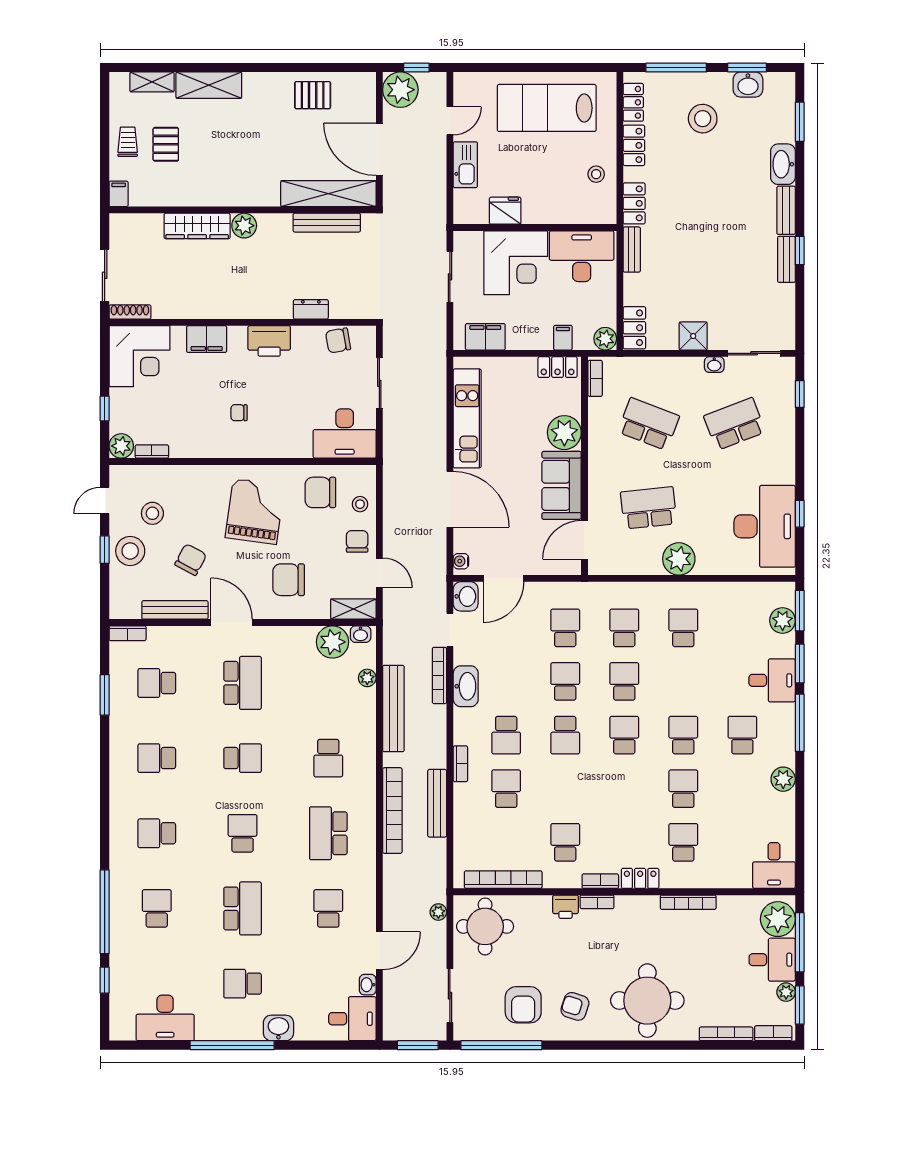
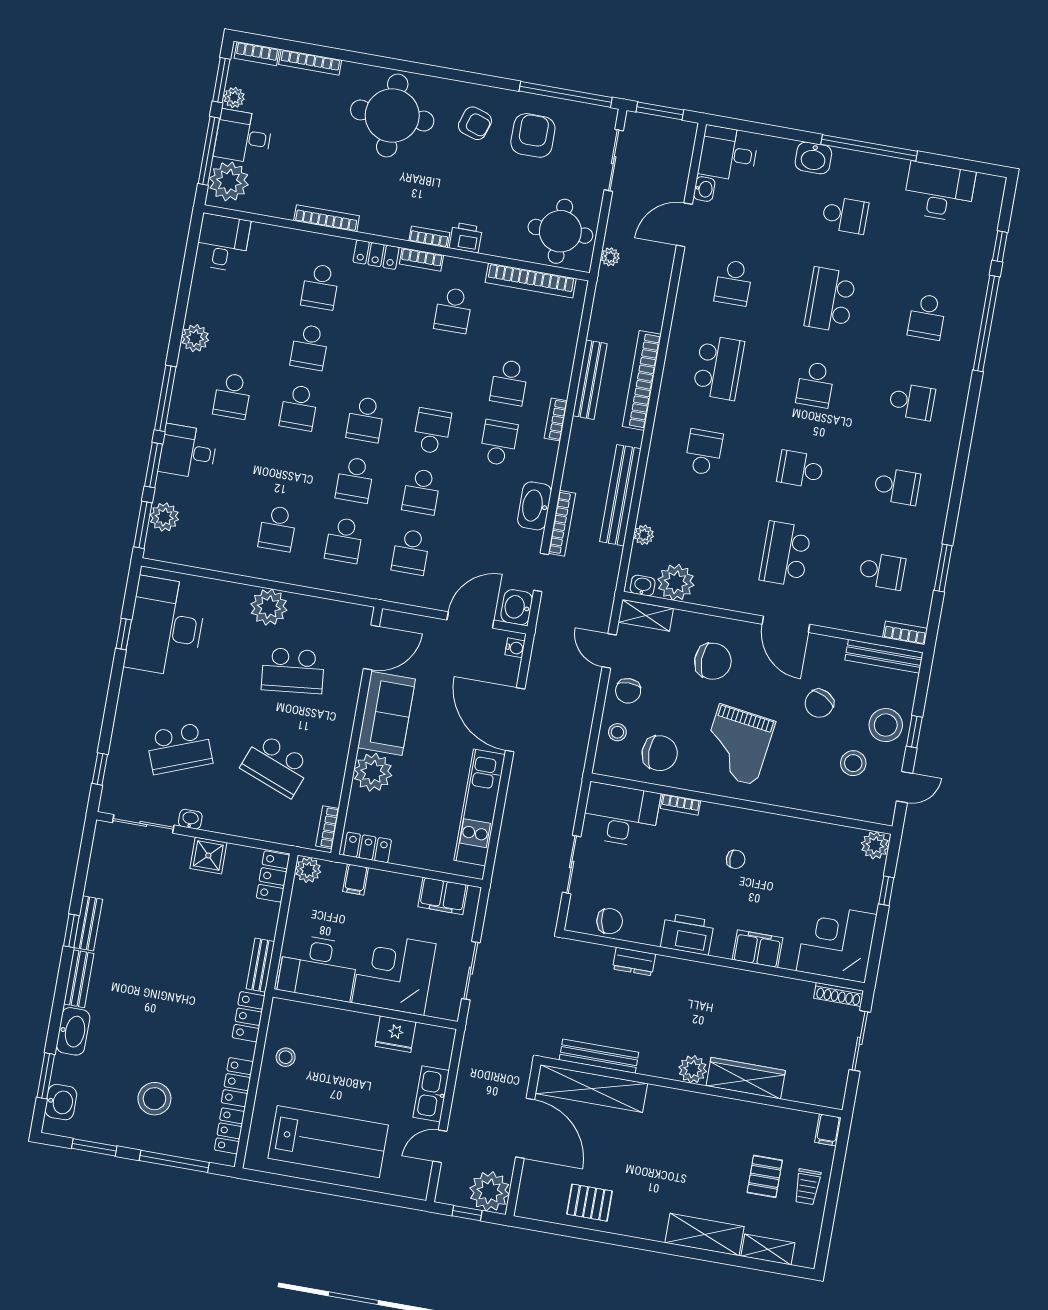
washbasin: (748, 85) -> (61, 1102), moved, turned 90
bookcase: (152, 451) -> (680, 805), moved
bench: (175, 610) -> (884, 656), moved

